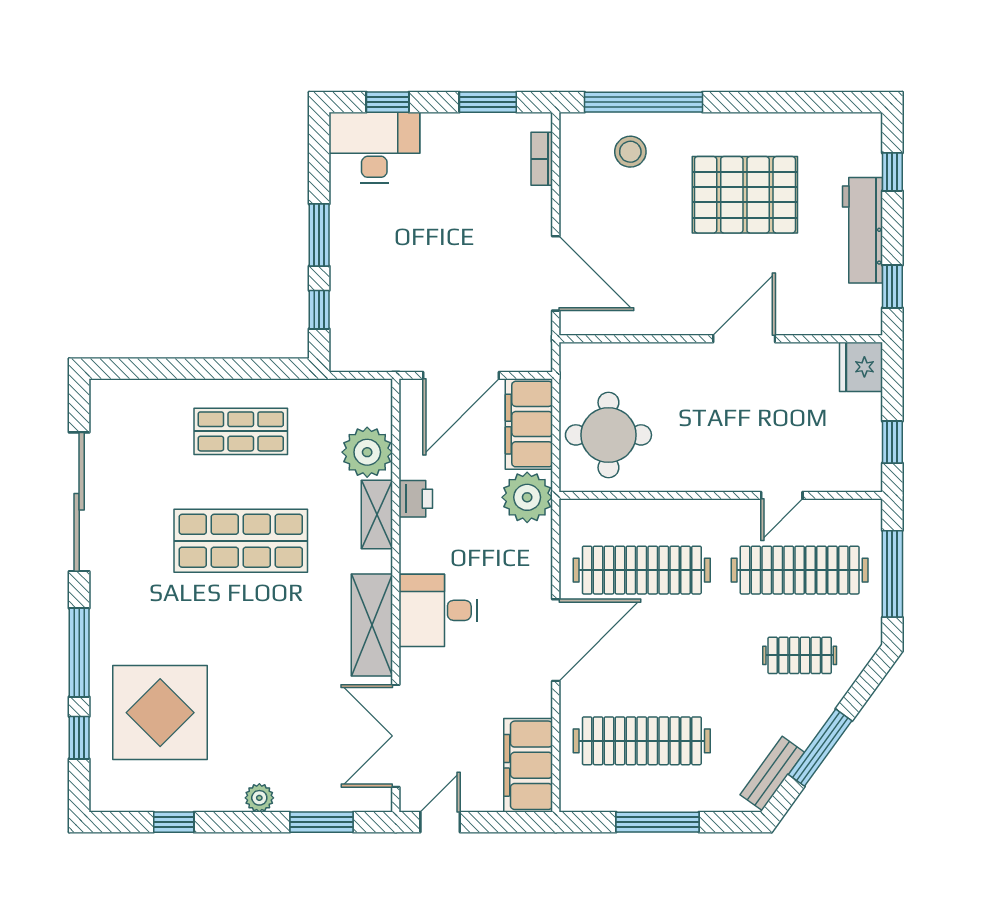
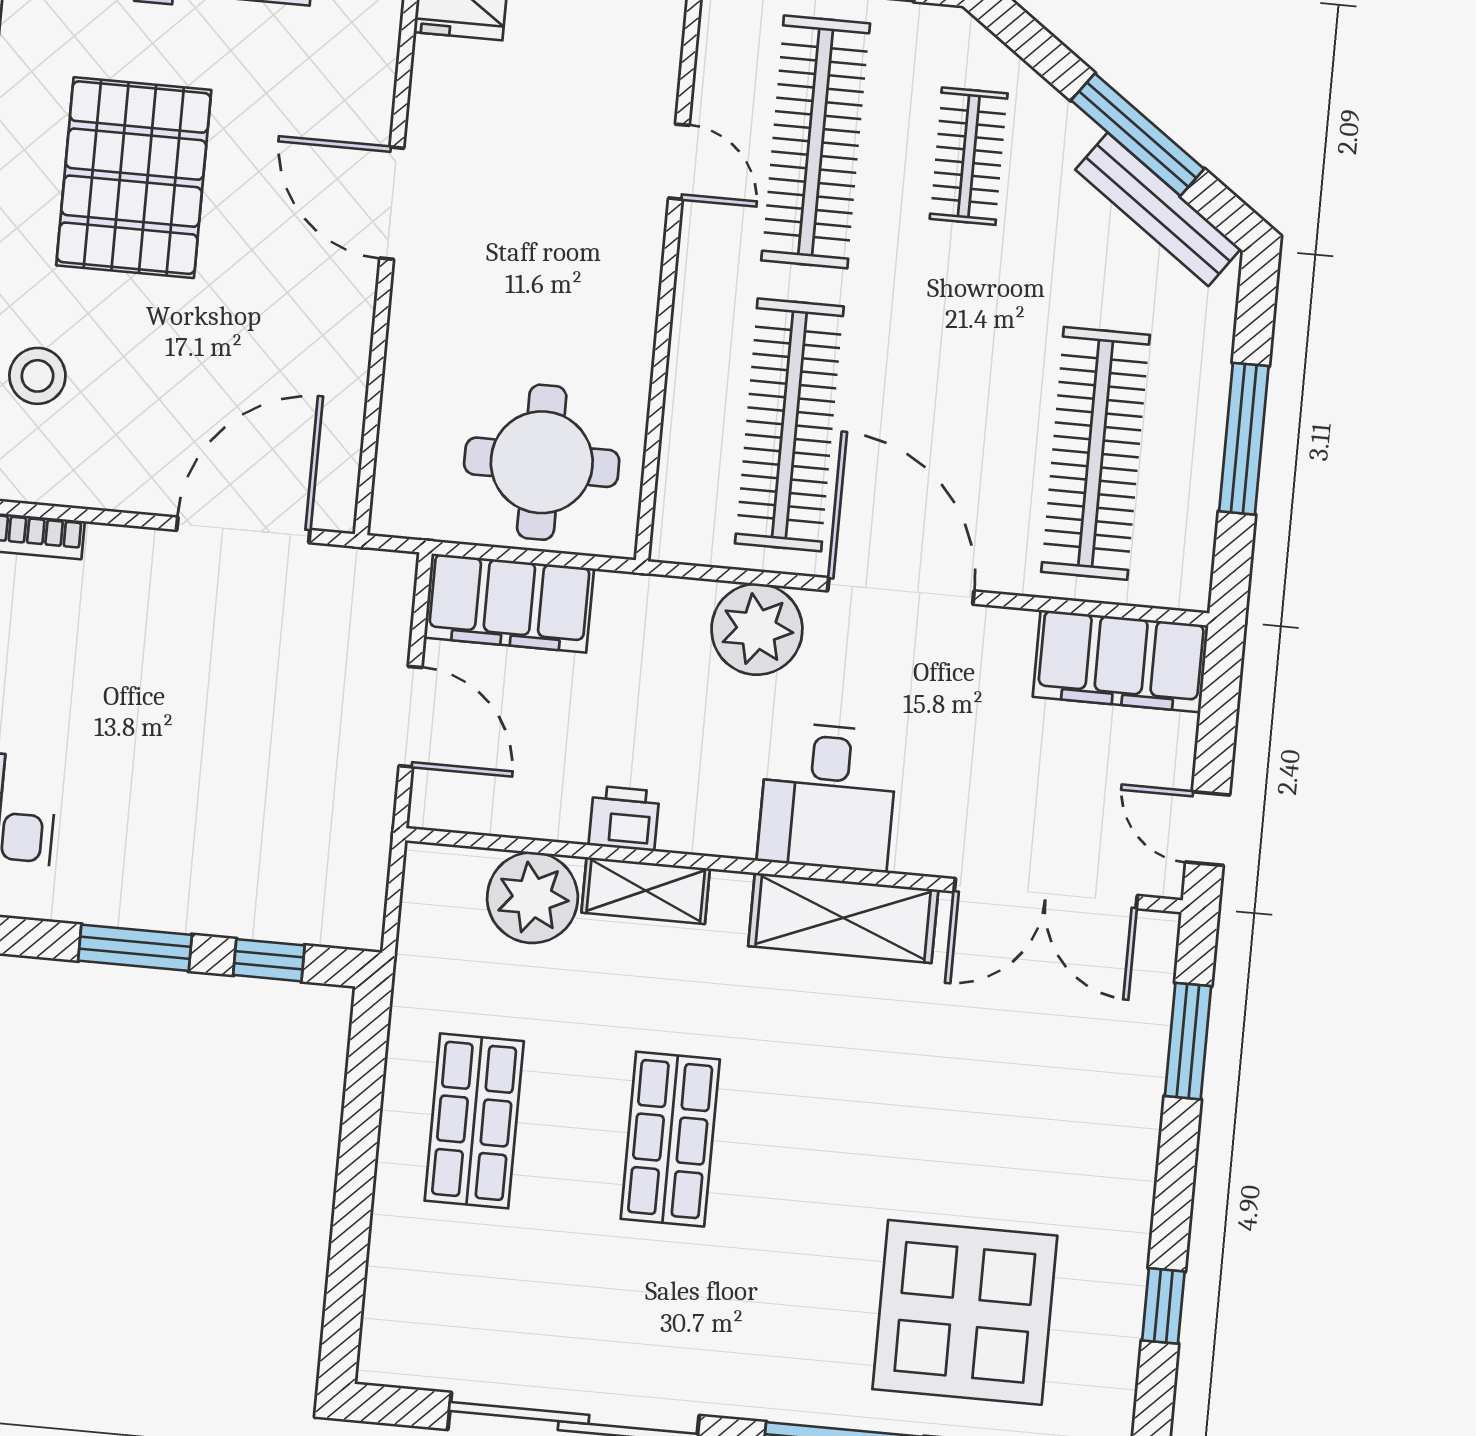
door: (461, 375) -> (410, 717), width x0.73
plant: (527, 497) -> (757, 629), moved
shop shelf: (241, 541) -> (670, 1139), width x0.70, depth x0.74
bench: (772, 773) -> (1158, 209), width x1.36
plant: (259, 798) -> (1134, 1149), removed

